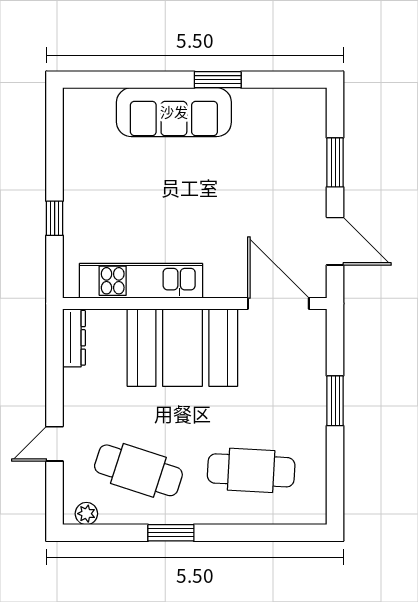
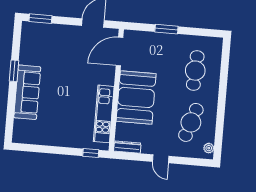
window: (335, 162) -> (40, 19), moved
window: (55, 218) -> (91, 153), moved
door: (55, 444) -> (161, 159), moved
window: (171, 533) -> (221, 110), removed

